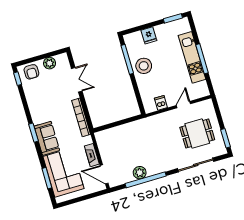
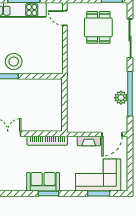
dishwasher: (161, 103) -> (56, 55), removed
door: (183, 105) -> (65, 18), moved
sofa: (47, 138) -> (43, 182), moved

